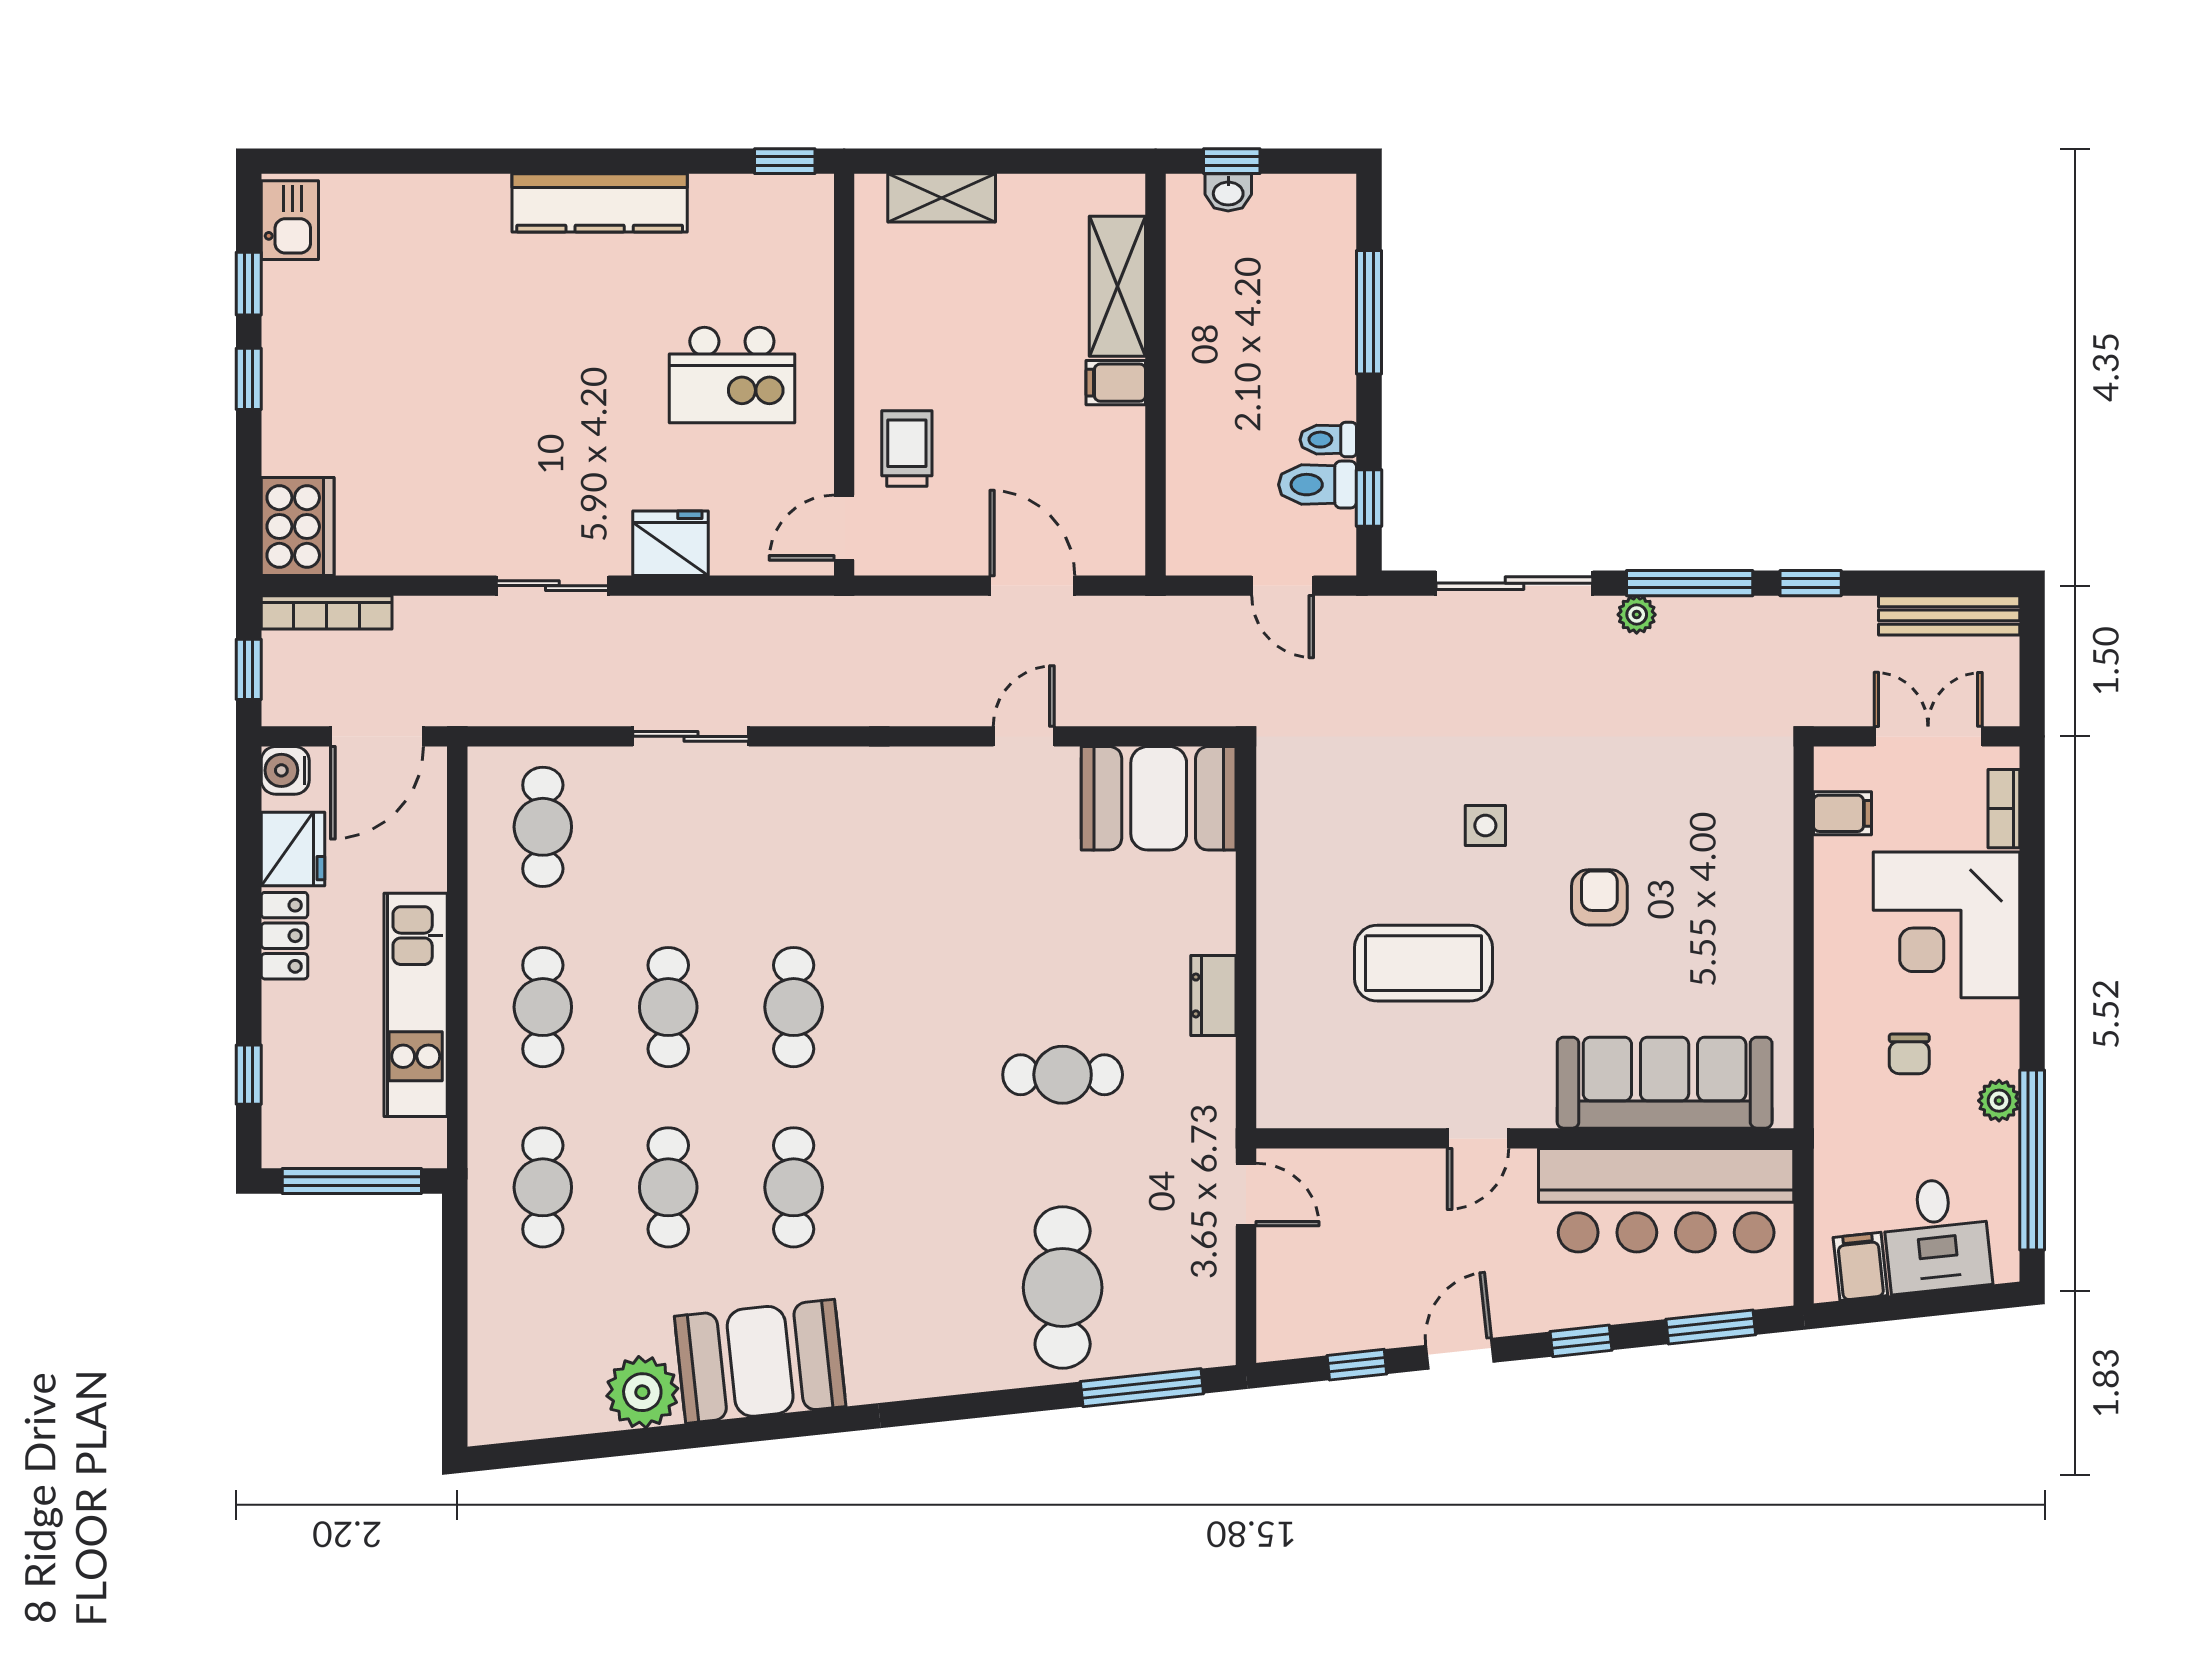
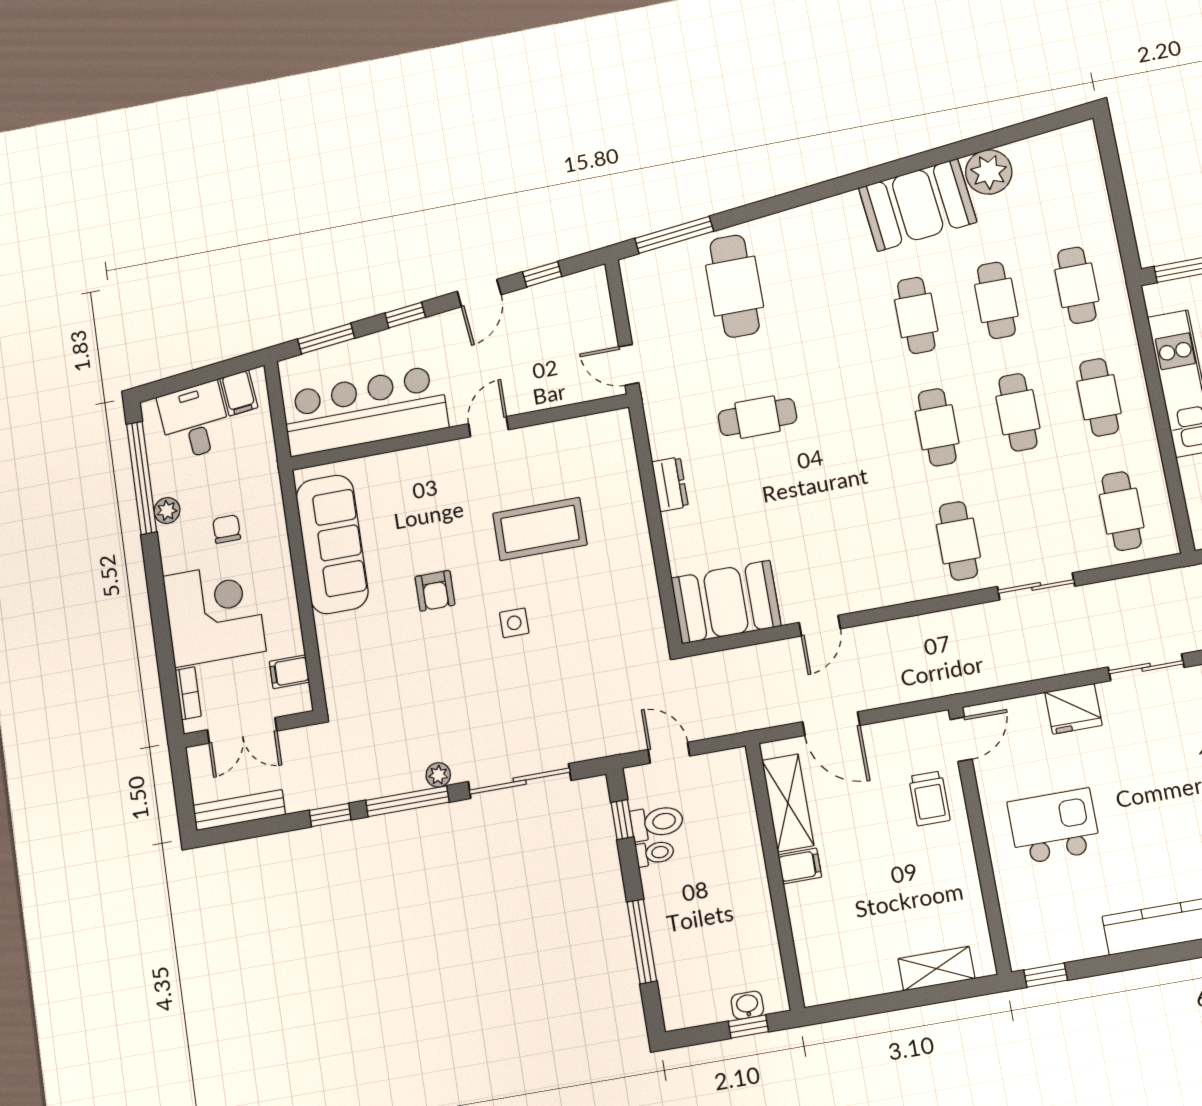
shelving: (1117, 286) -> (788, 803), moved
cafe table: (794, 827) -> (958, 541), added
sofa: (1665, 1083) -> (332, 544), moved, turned -90

